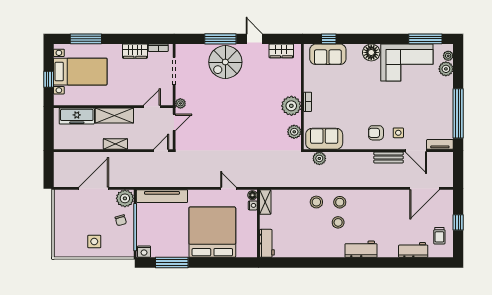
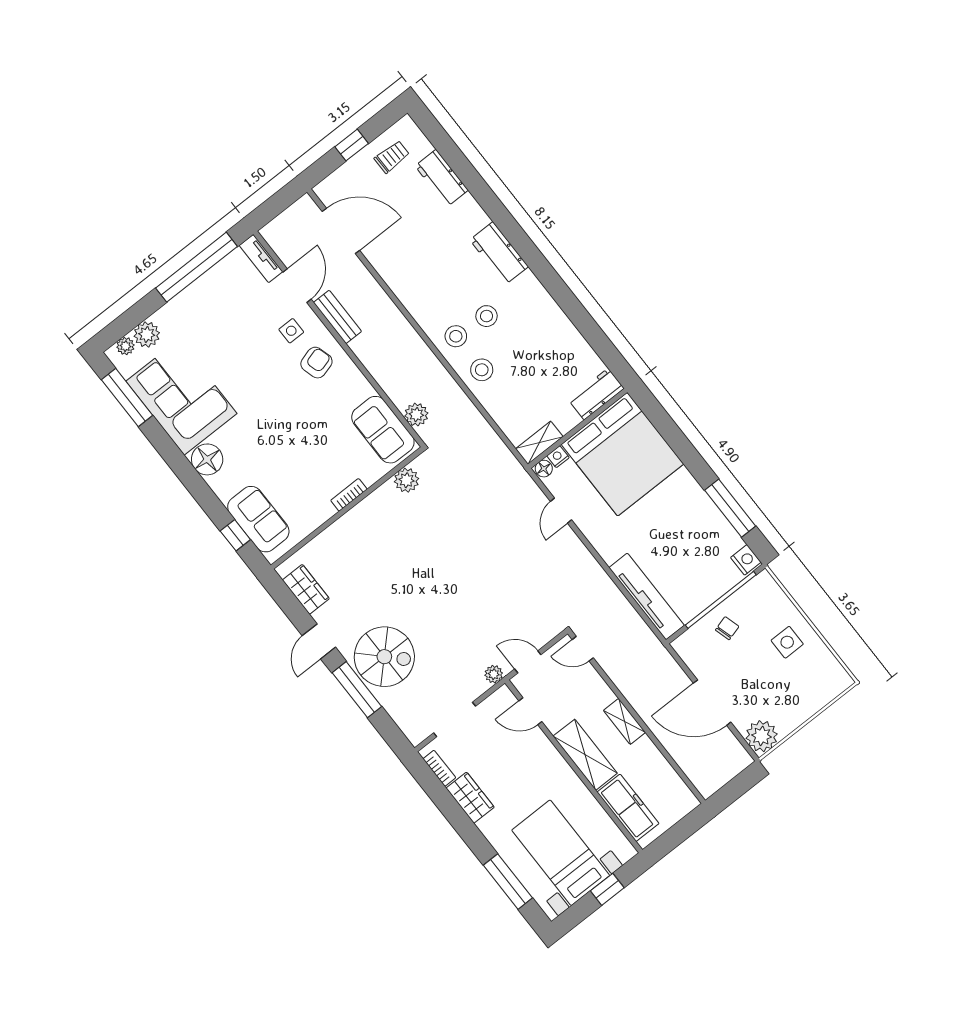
plant: (291, 106) -> (373, 514), removed
armchair: (376, 133) -> (316, 363), turned -106
plant: (125, 198) -> (762, 736), moved
bed: (212, 232) -> (623, 454), moved, turned -90

